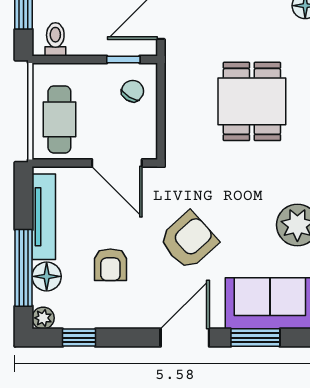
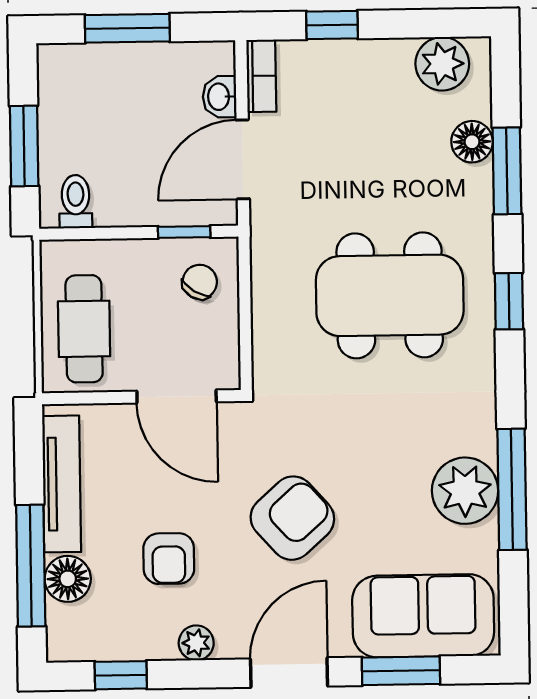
dining table: (252, 101) -> (390, 295), width x1.37
plant: (43, 318) -> (196, 643), moved

